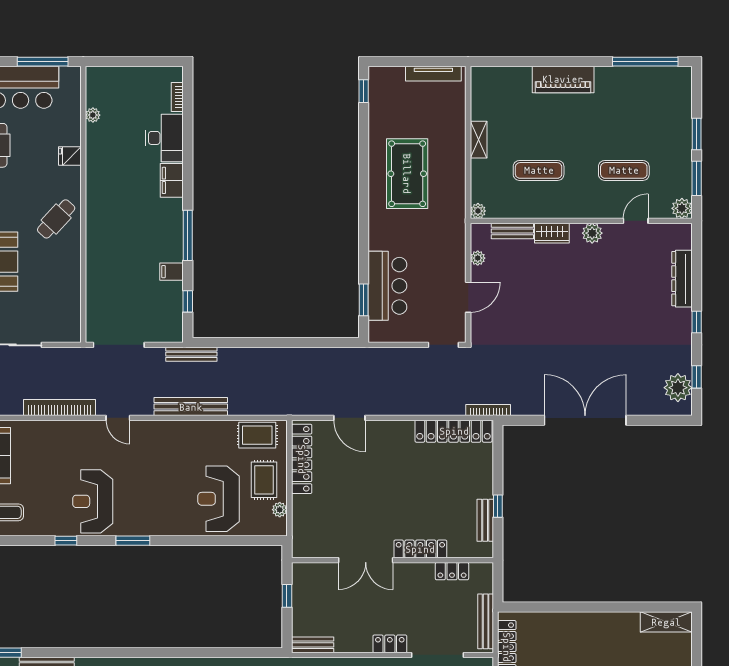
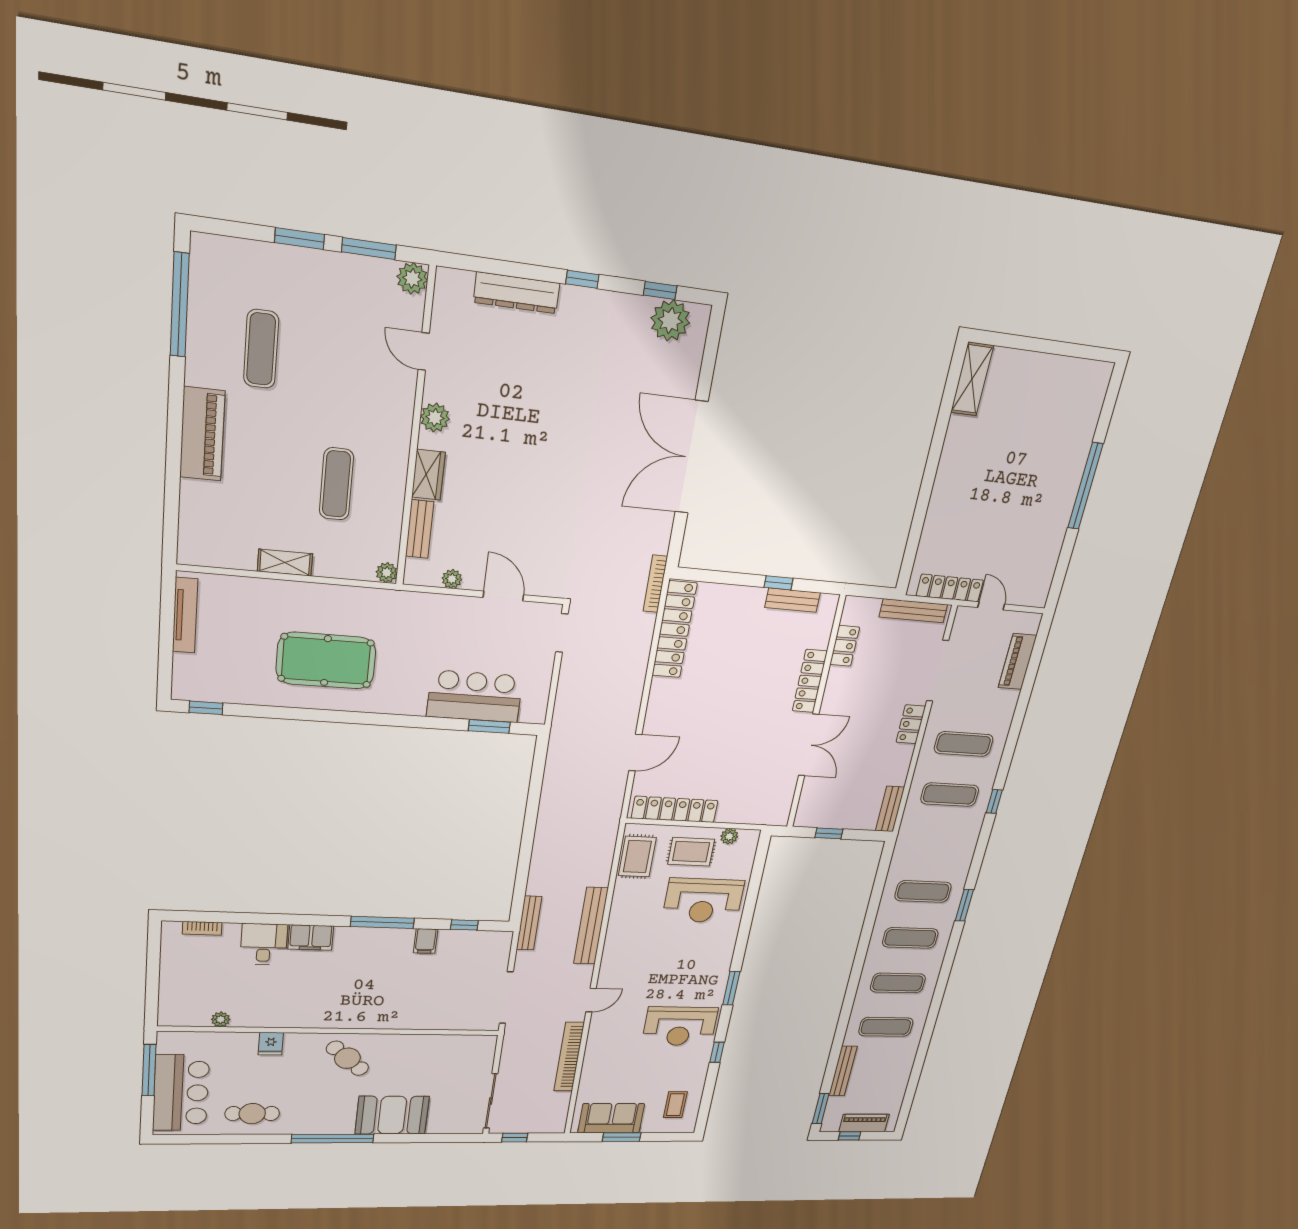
desk: (164, 138) -> (264, 944), width x0.73
exercise mat: (624, 170) -> (261, 349), moved

